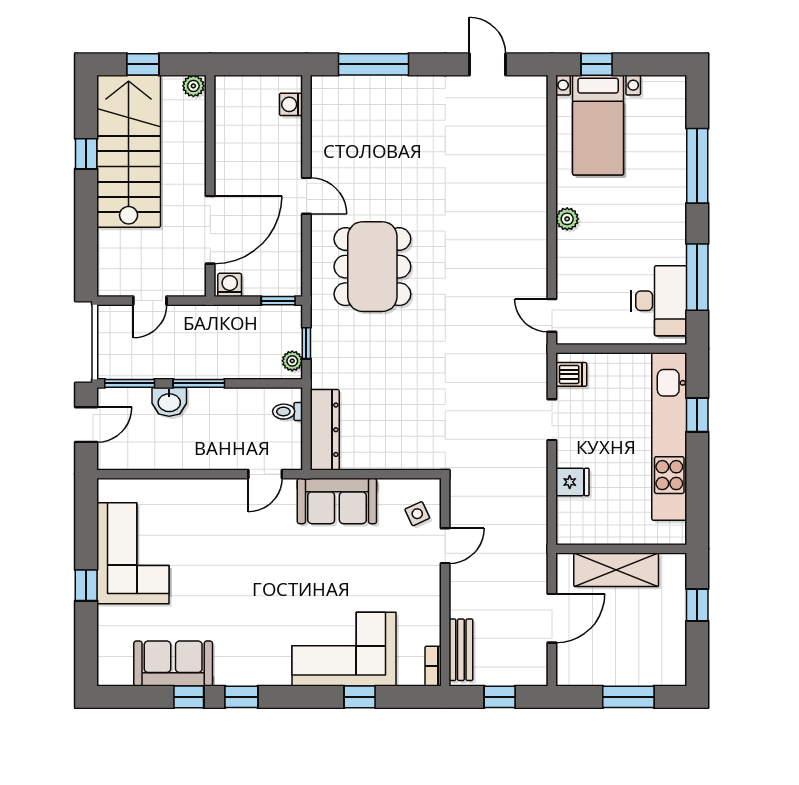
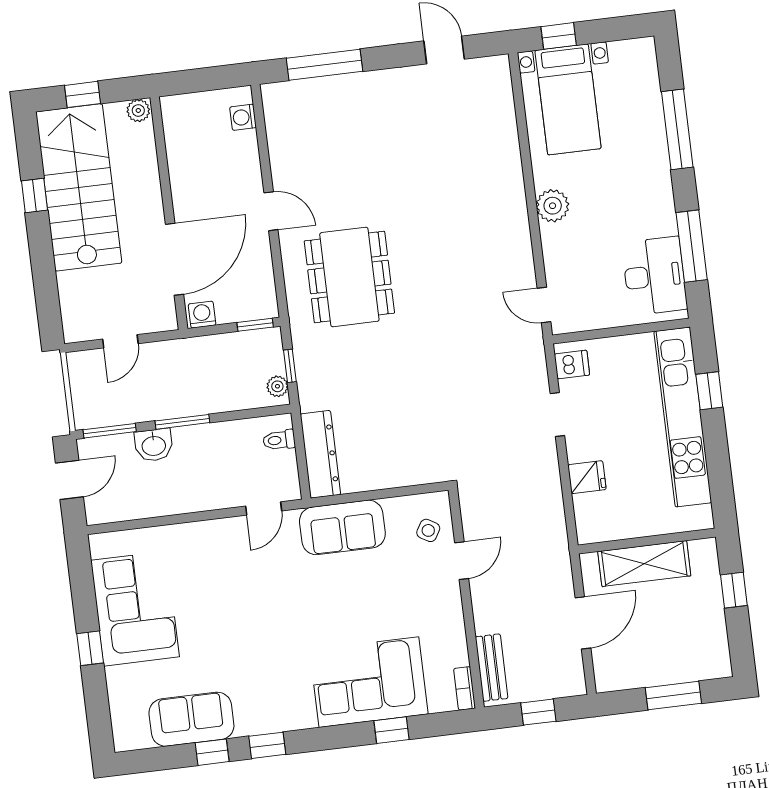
plant: (567, 219) -> (553, 206), width x1.38, depth x1.38
side table: (417, 514) -> (428, 530), turned -35

